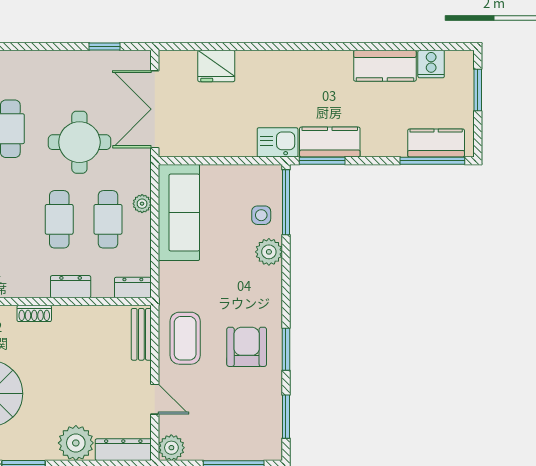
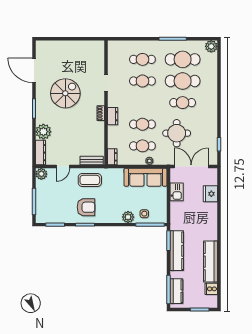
kitchen counter: (385, 66) -> (210, 262), width x1.50
kitchen sink: (278, 142) -> (177, 192), moved
kitchen counter: (330, 142) -> (177, 251), width x1.50
dresser: (71, 287) -> (113, 116), moved

